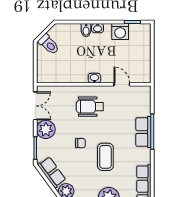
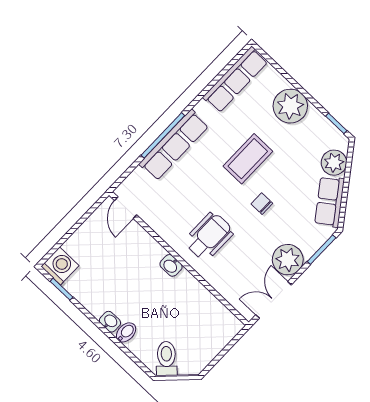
washing machine: (120, 32) -> (60, 266), moved
toilet: (49, 44) -> (166, 359), moved
door: (122, 84) -> (126, 208), moved
wheelchair: (90, 107) -> (209, 236), turned -90
row of seats: (143, 132) -> (174, 145), width x1.48

